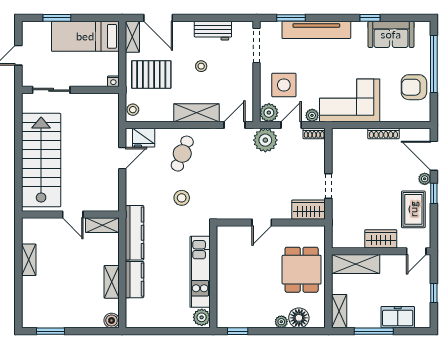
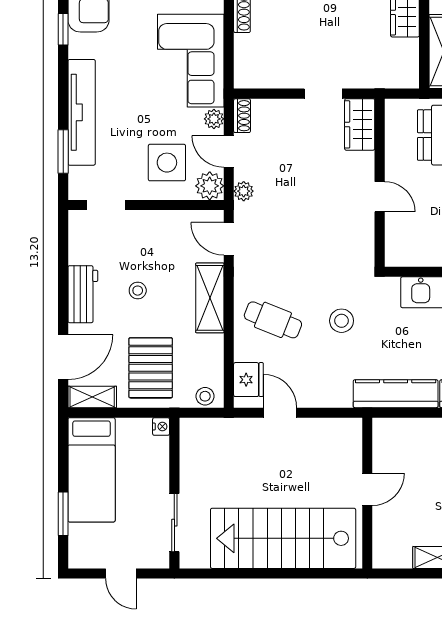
workbench: (213, 31) -> (83, 294), moved
doorway: (256, 45) -> (106, 205), width x0.73
plant: (265, 140) -> (244, 191), width x0.53, depth x0.53
shelving: (102, 225) -> (384, 444), removed

